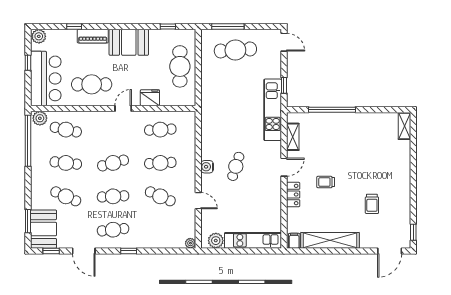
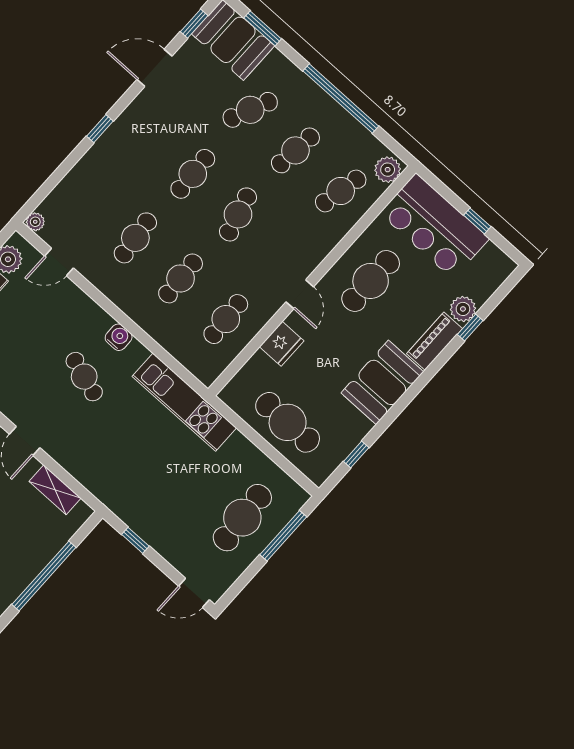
plant: (39, 36) -> (463, 309), moved
kitchen unit: (273, 110) -> (184, 402), moved, turned 180
window: (28, 141) -> (341, 98), moved
cafe table: (160, 196) -> (135, 238), turned -30
door: (198, 201) -> (59, 262), moved
cafe table: (113, 230) -> (148, 133), removed

